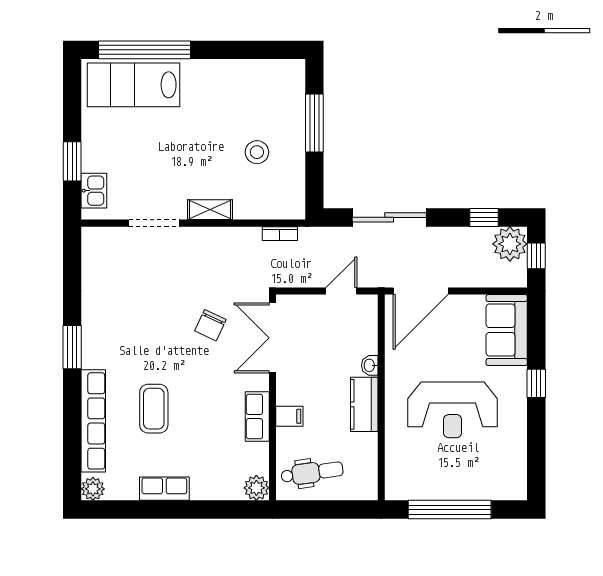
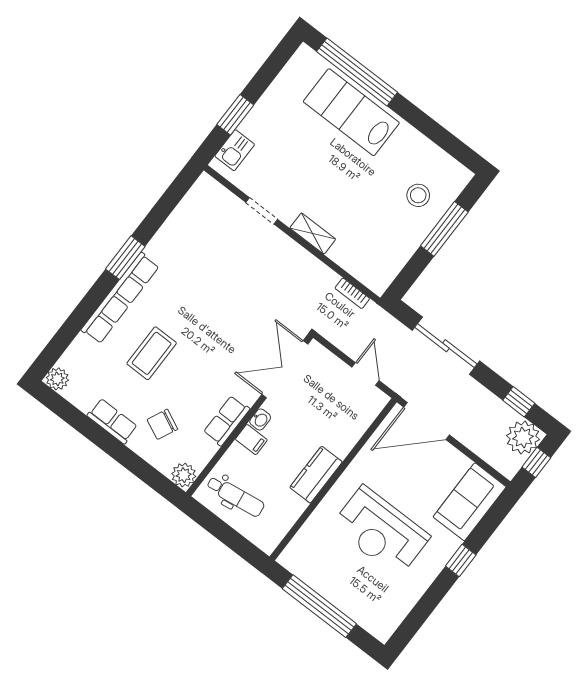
lab bench: (134, 85) -> (351, 112), moved
stool: (257, 152) -> (418, 195), moved
doorway: (154, 223) -> (262, 211), width x0.73
door: (341, 291) -> (366, 374), hinge flipped
chair: (210, 325) -> (162, 424), moved
washbasin: (370, 365) -> (260, 419), moved, turned 180
row of seats: (93, 421) -> (120, 298), moved

